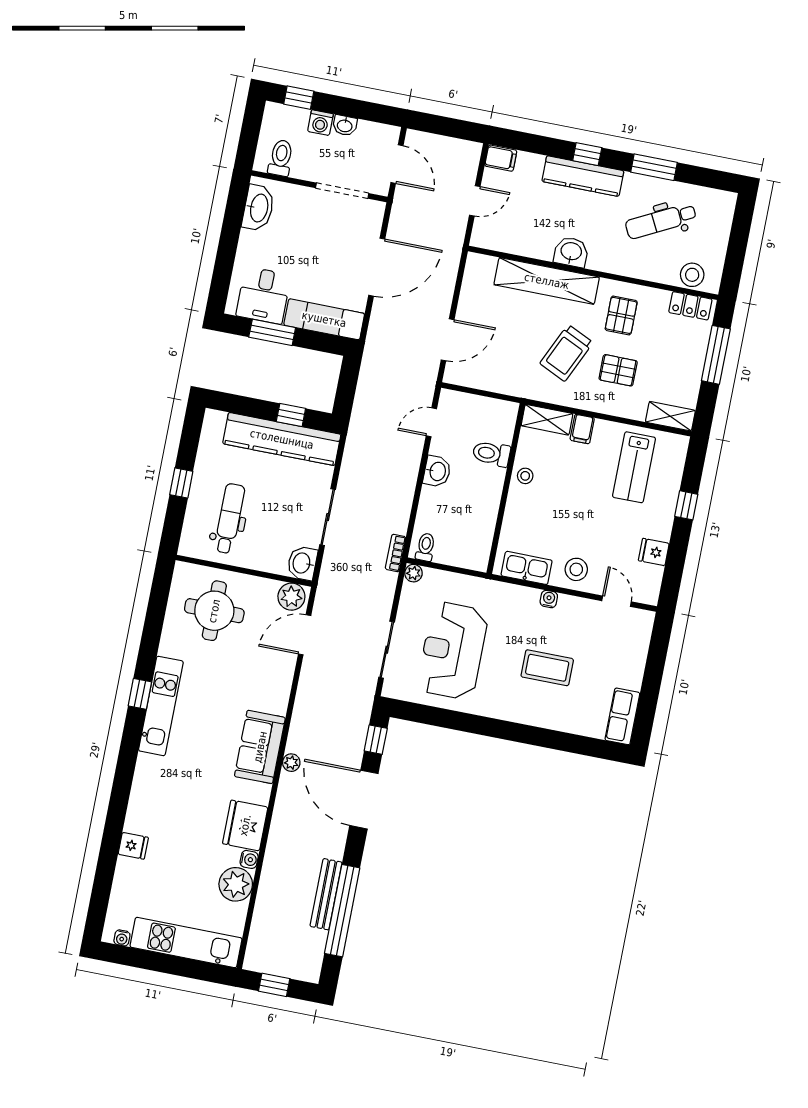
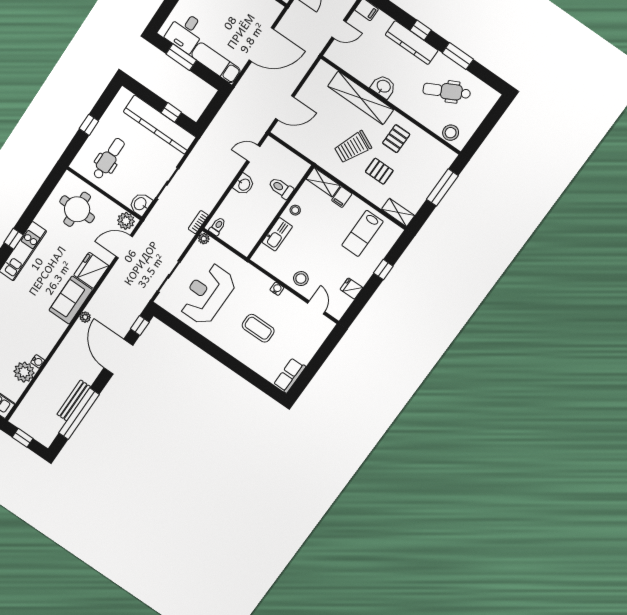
locker: (690, 306) -> (441, 151), removed
kitchen sink: (527, 568) -> (277, 234), moved, turned 90
fridge: (245, 825) -> (91, 270), moved

